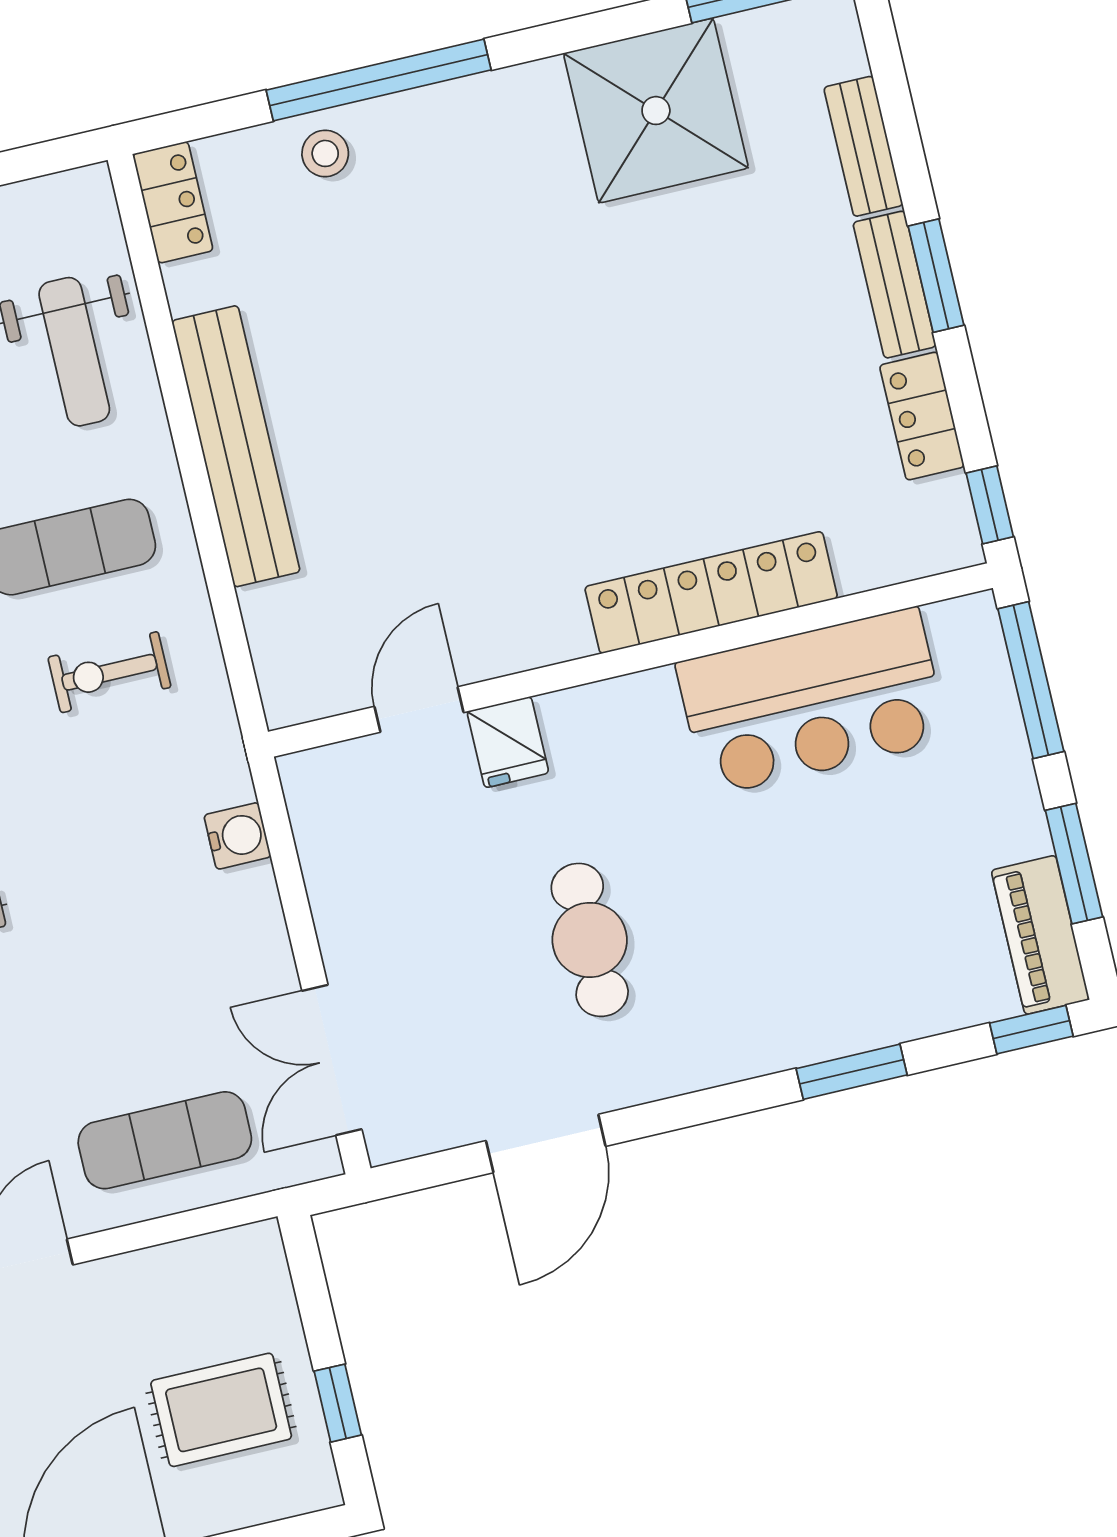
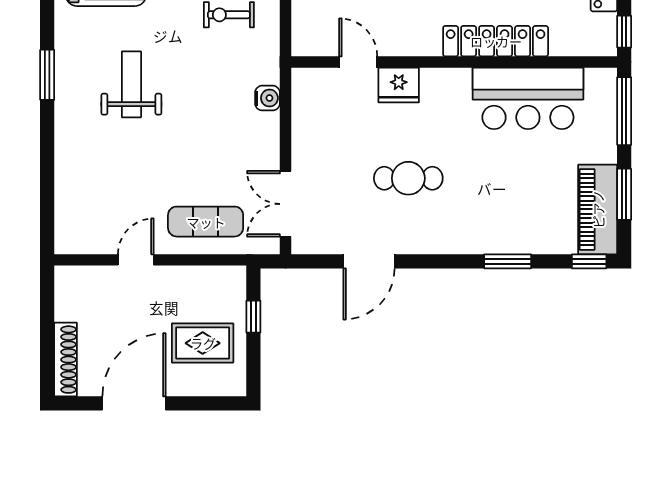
door: (419, 710) -> (358, 62), hinge flipped
fridge: (508, 742) -> (399, 85), width x1.38
piano: (1040, 935) -> (598, 209), width x1.37, depth x1.33
cafe table: (590, 940) -> (408, 178), turned 90
window: (338, 1403) -> (253, 317), moved

